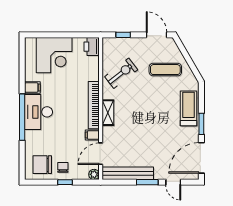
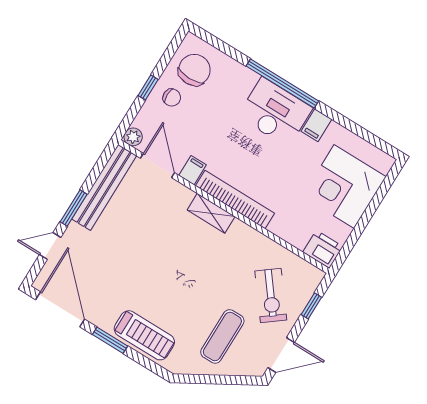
exercise bike: (121, 73) -> (271, 295), moved

